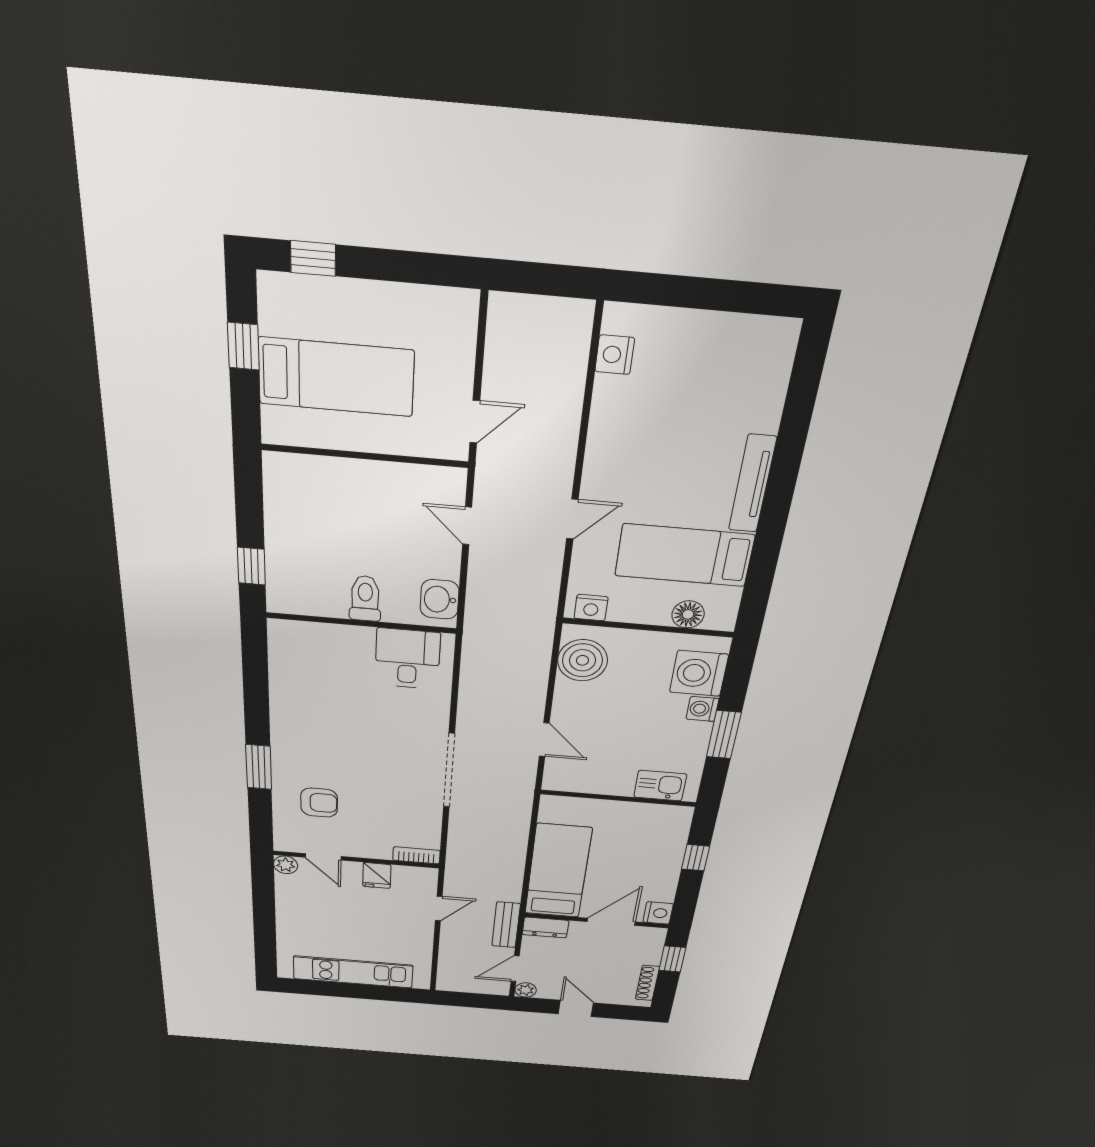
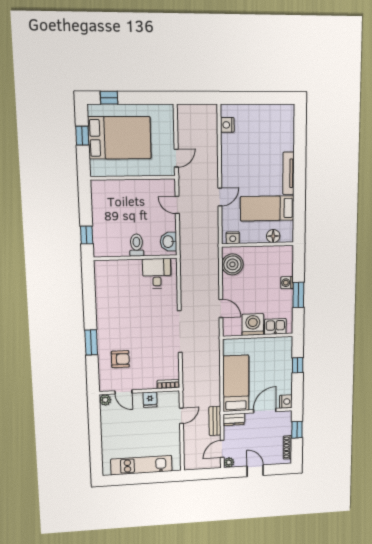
bed: (336, 377) -> (120, 138), width x1.50
washing machine: (699, 673) -> (253, 325), moved, turned 90

